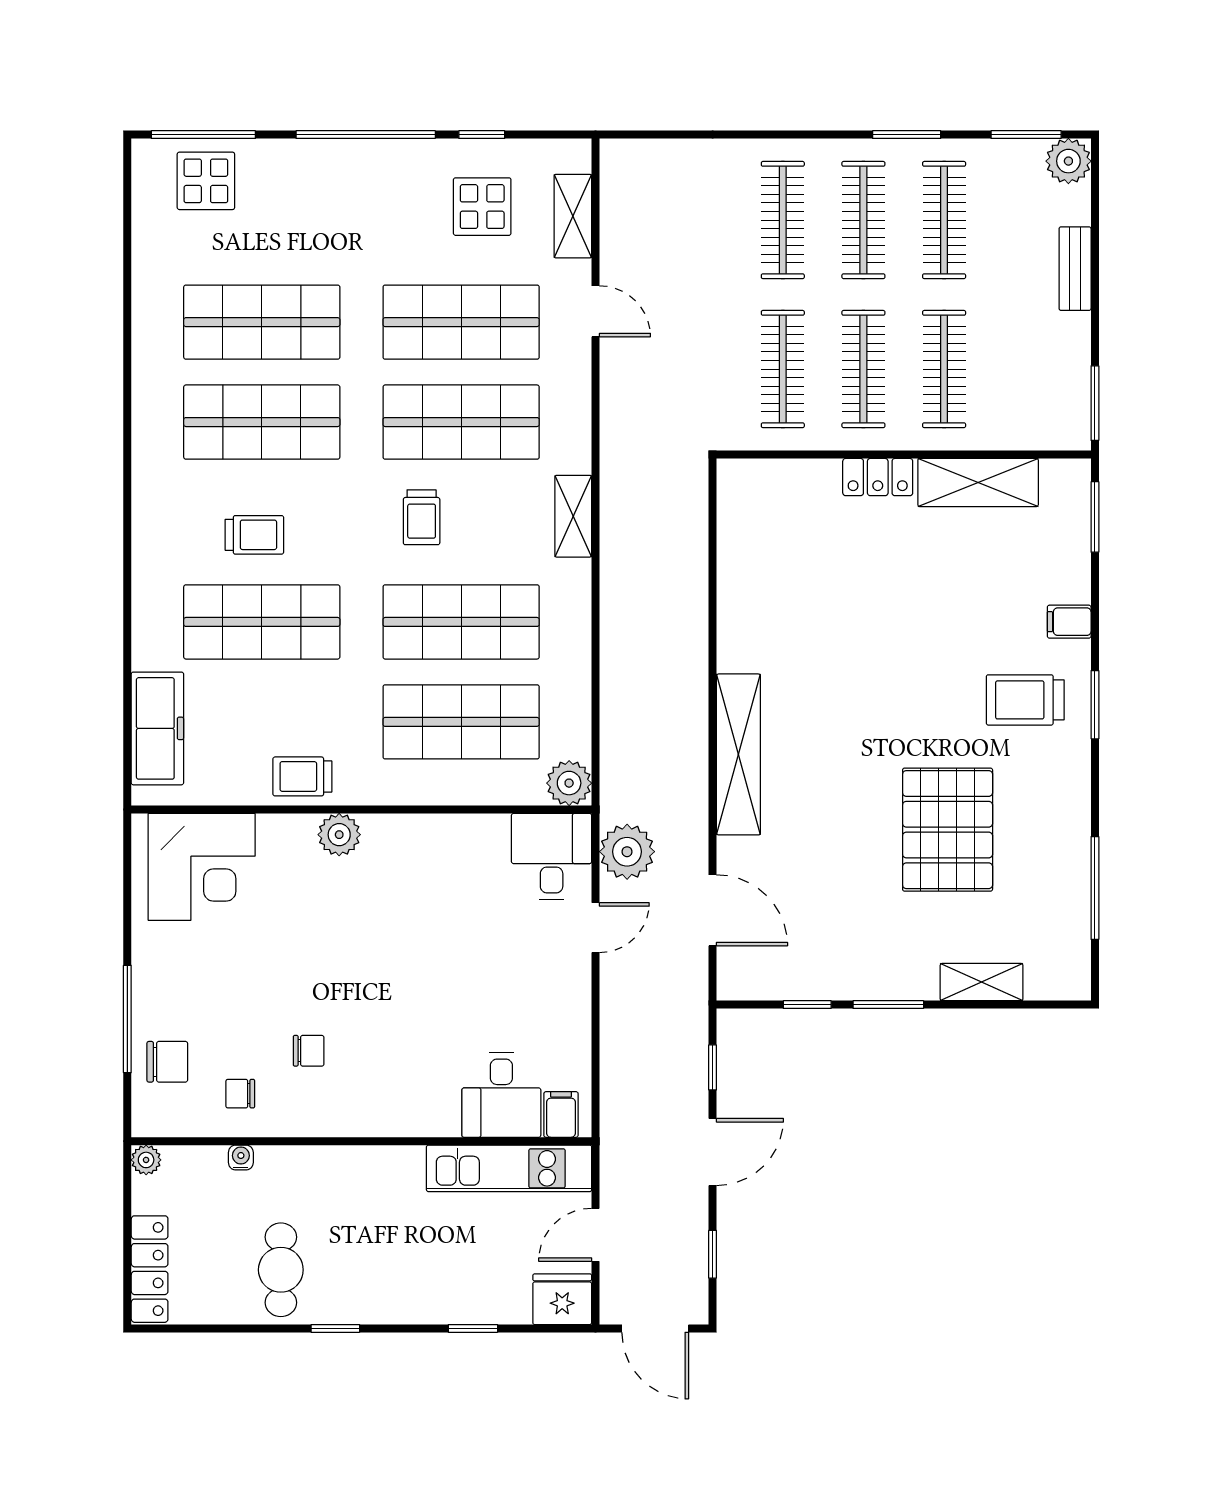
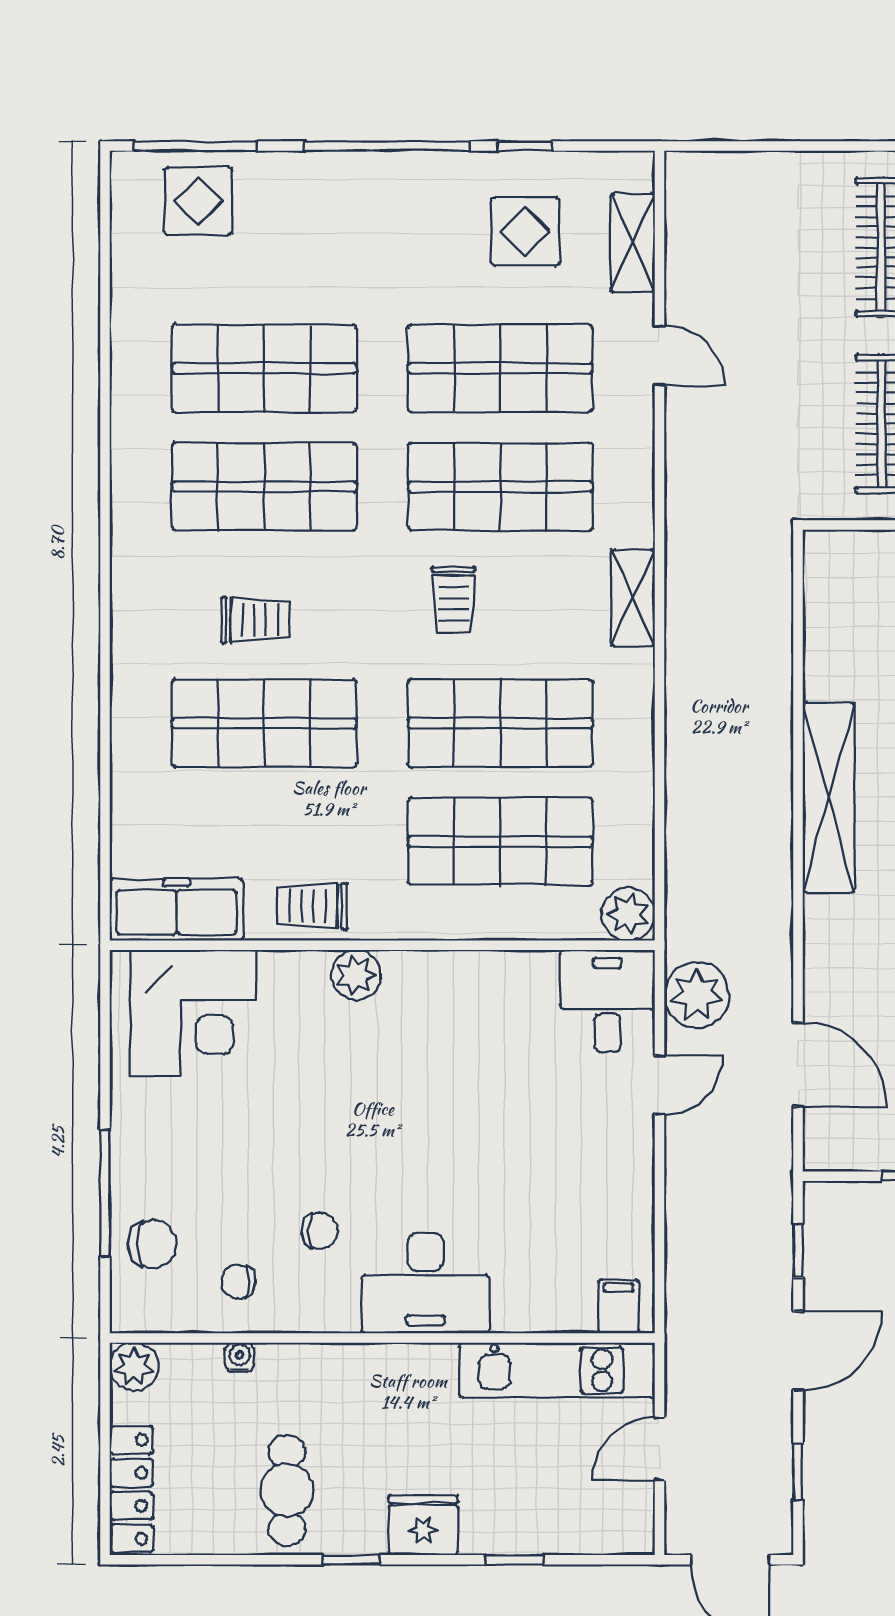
freezer: (157, 728) -> (176, 910), moved, turned -90
shelving: (738, 754) -> (829, 797), moved
desk: (501, 1095) -> (425, 1283), moved, width x1.37
plant: (146, 1160) -> (134, 1367), width x1.38, depth x1.38
fridge: (562, 1299) -> (423, 1525), moved

